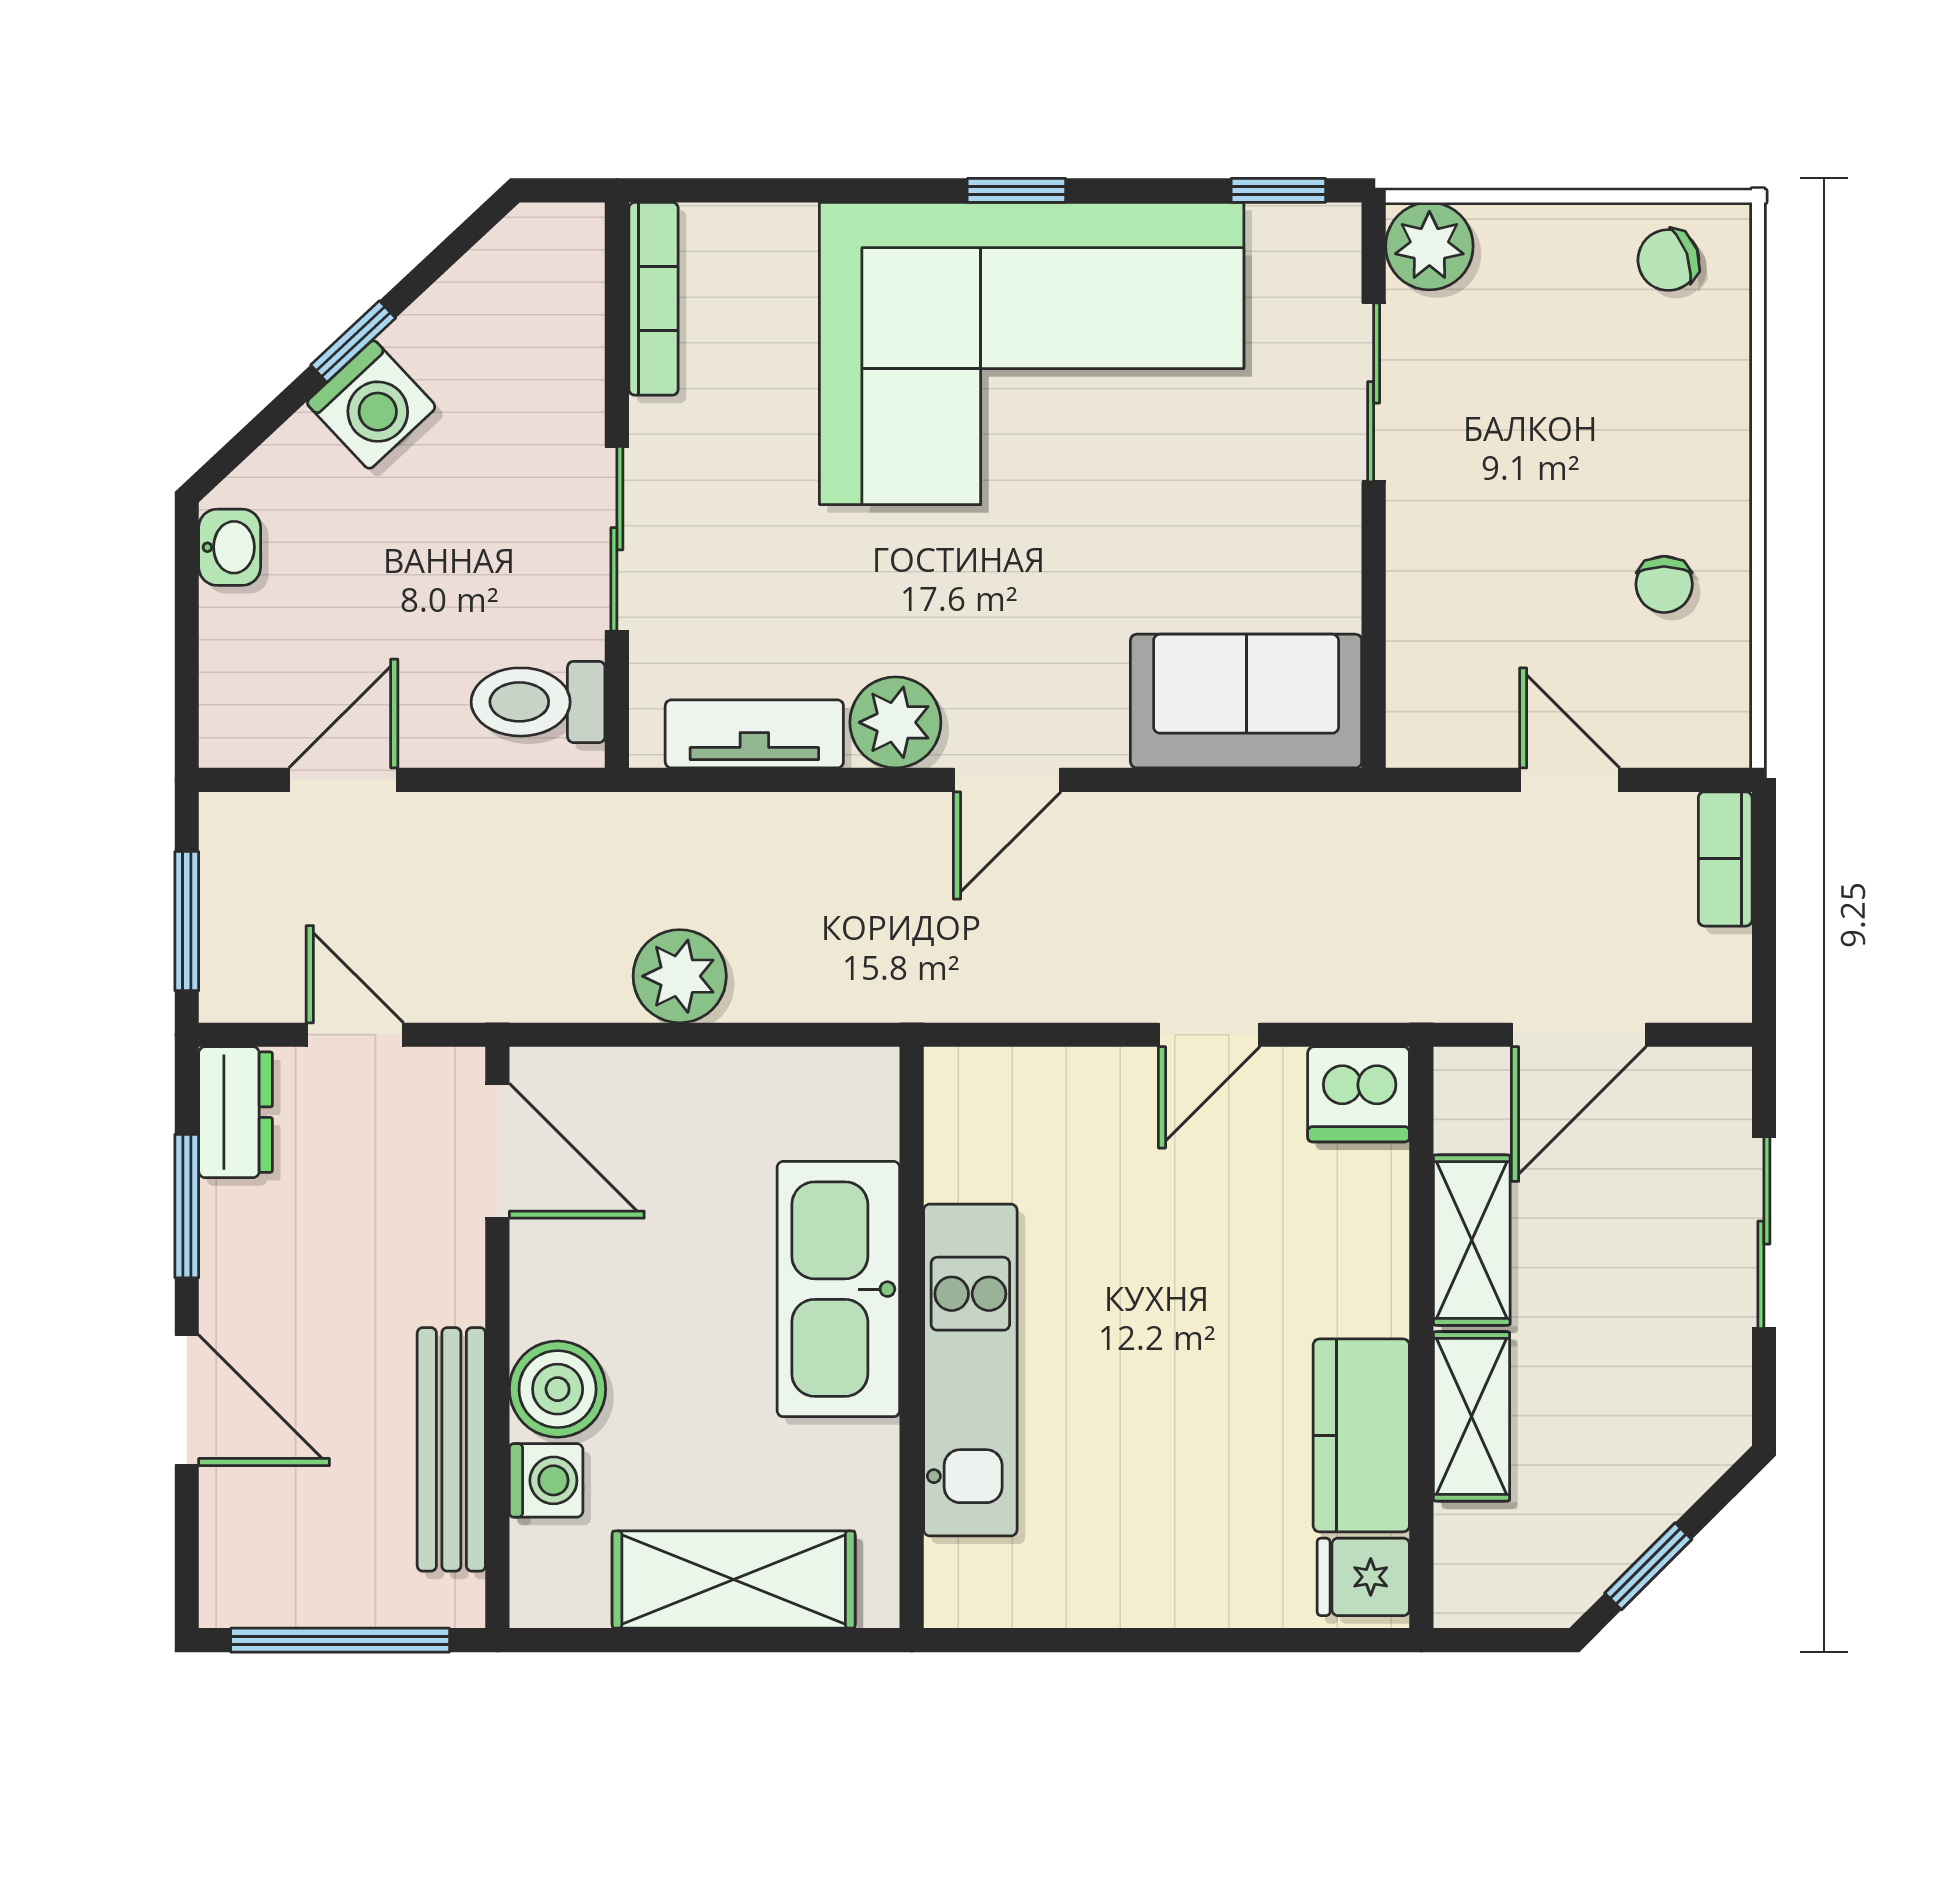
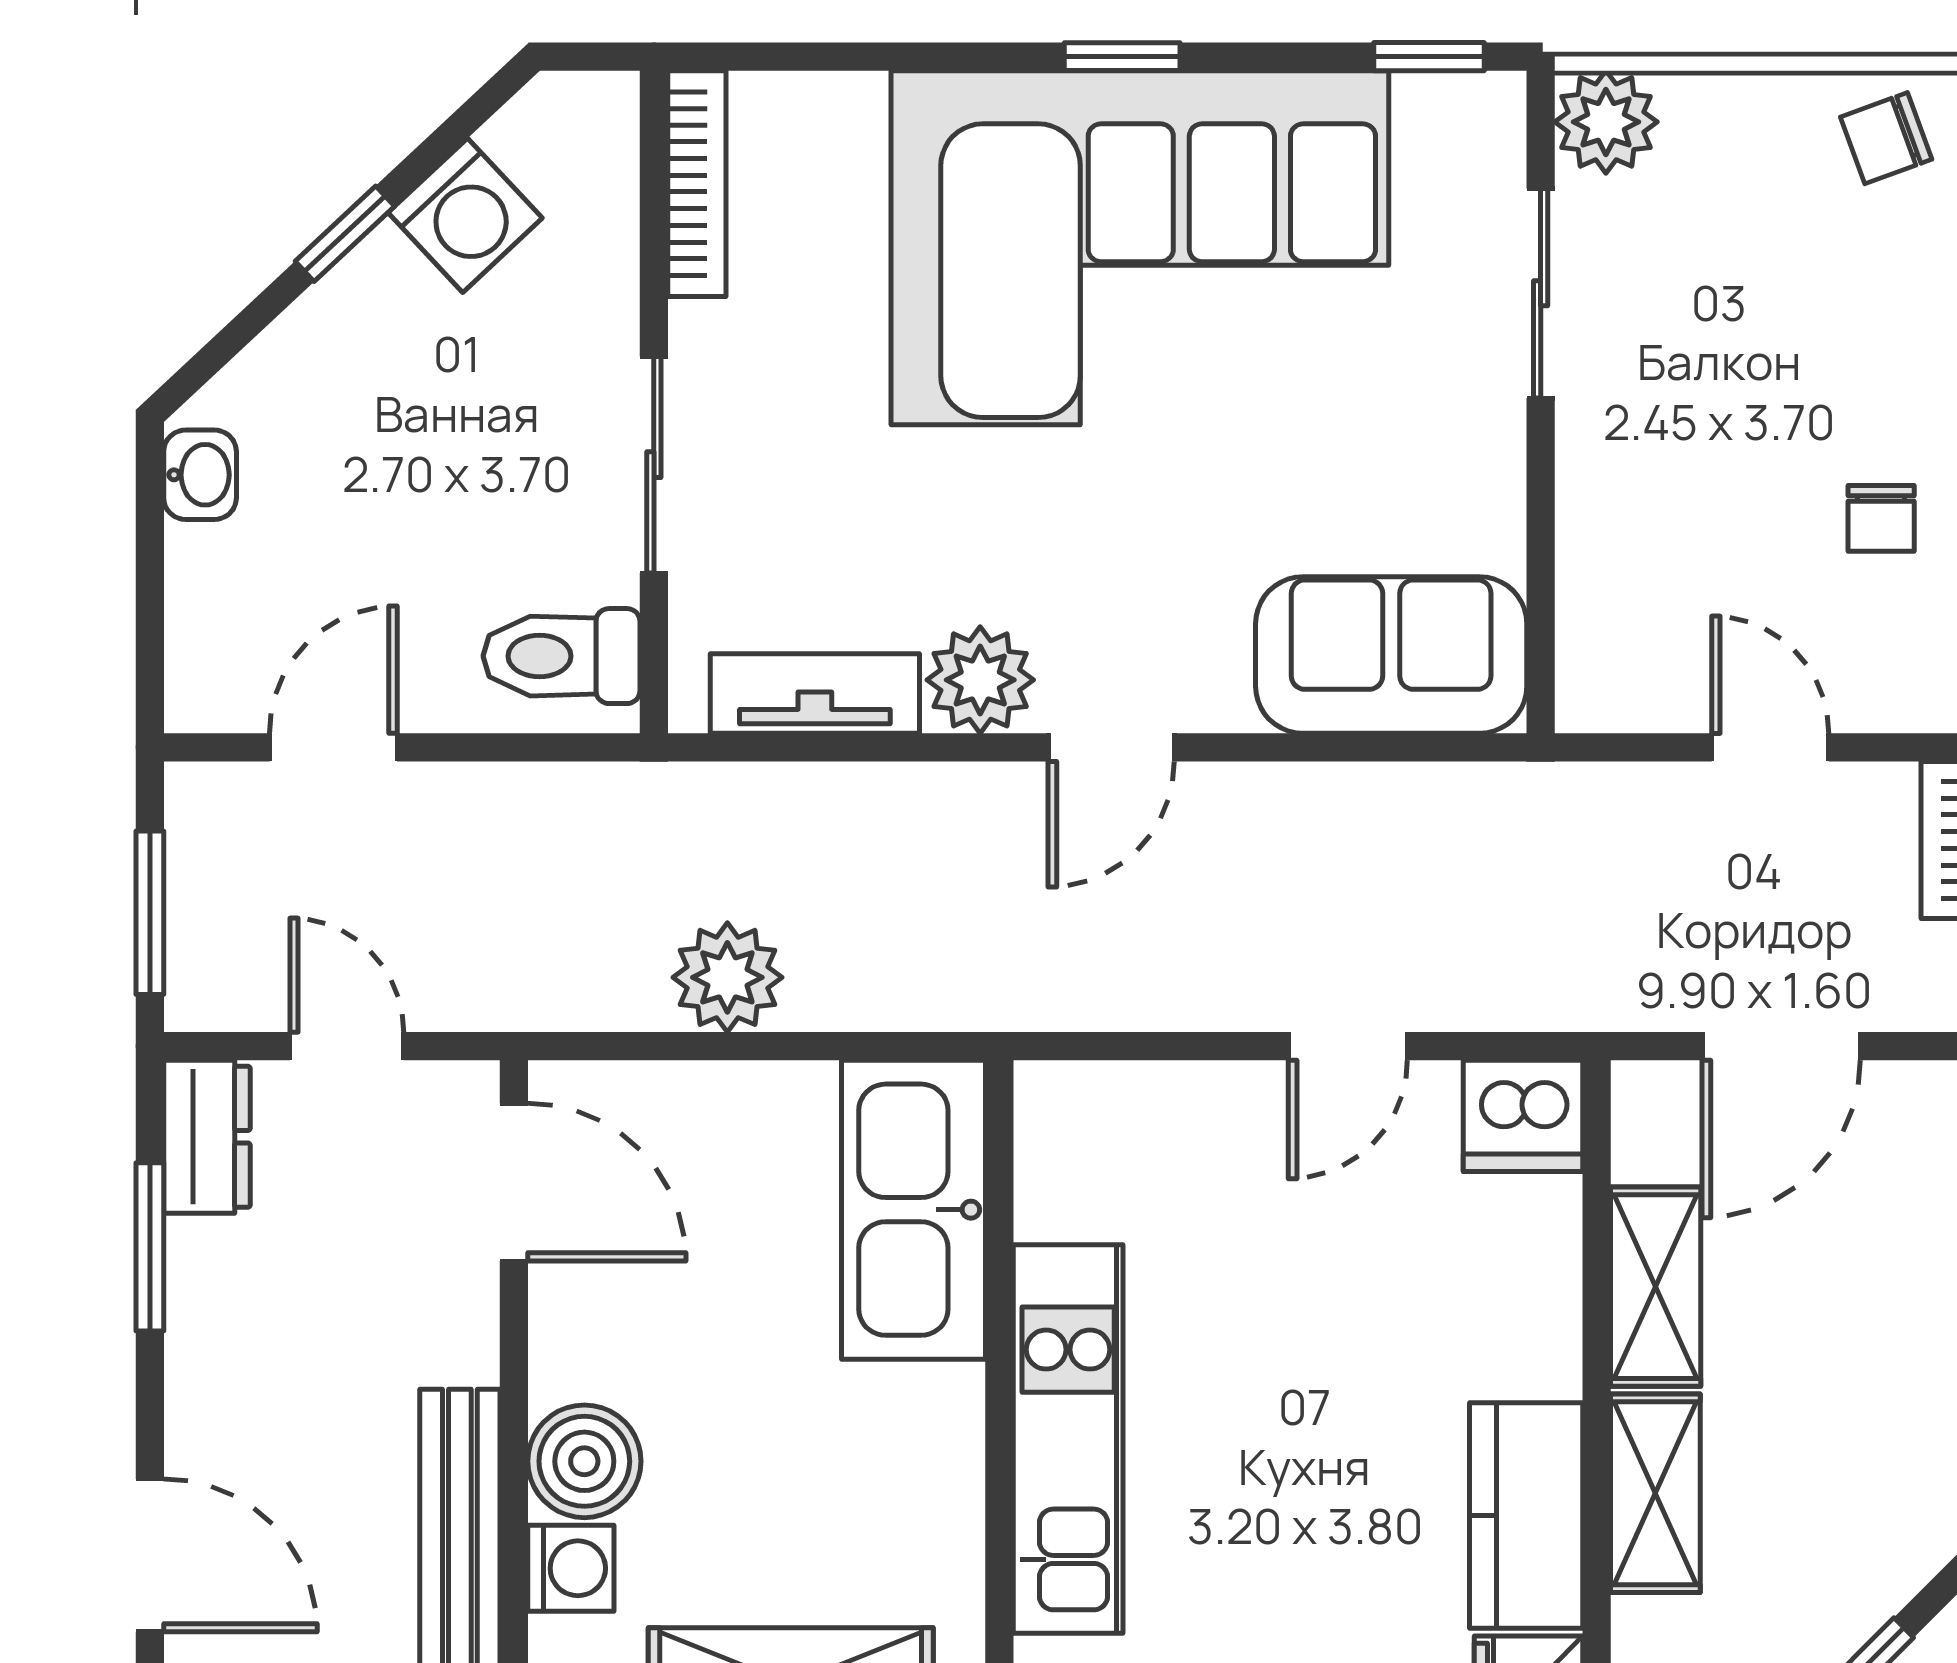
washing machine: (371, 405) -> (465, 215), moved
kitchen sink: (838, 1289) -> (913, 1210), moved
door: (187, 1400) -> (150, 1555), moved

